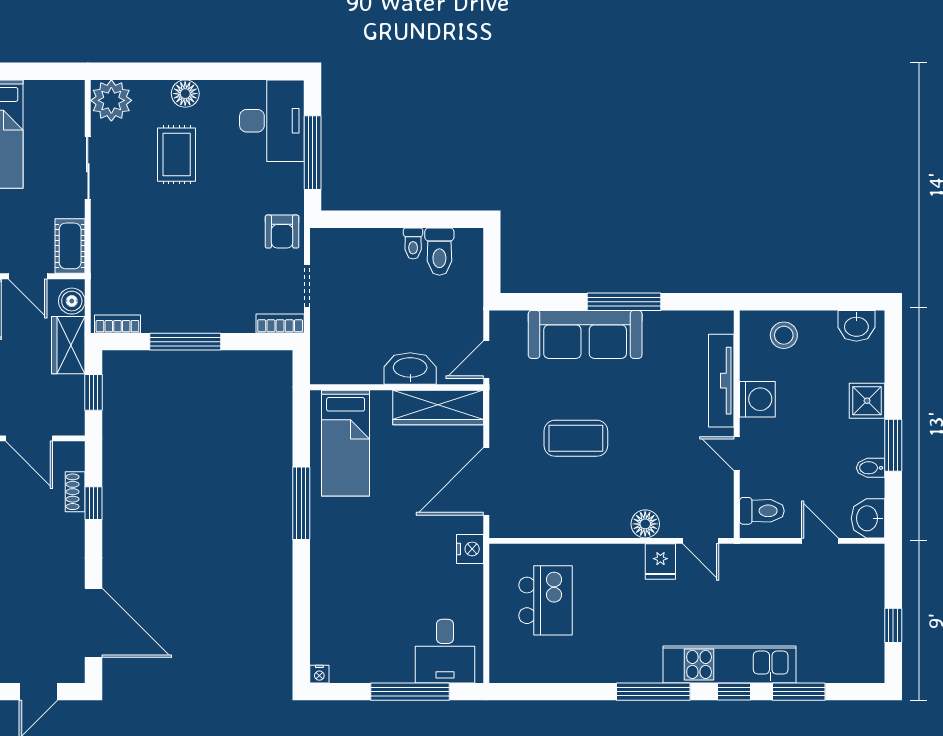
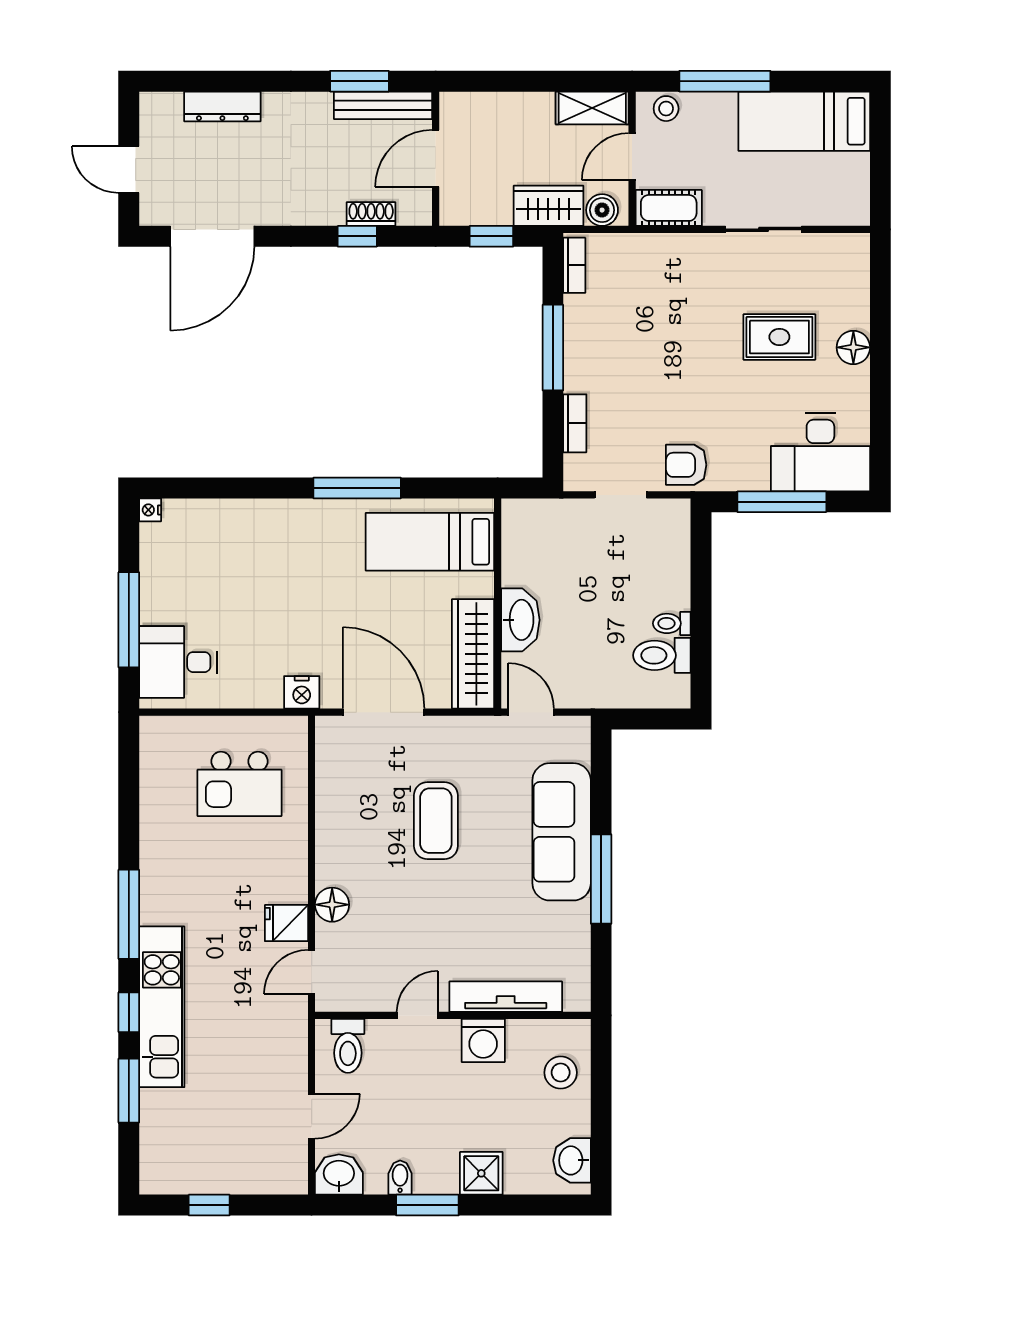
plant: (111, 100) -> (845, 258), removed
bookcase: (280, 324) -> (575, 423), moved

